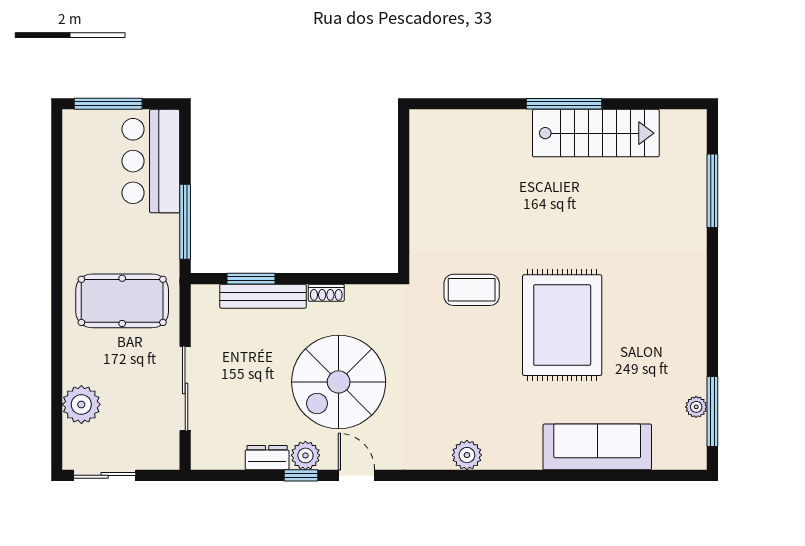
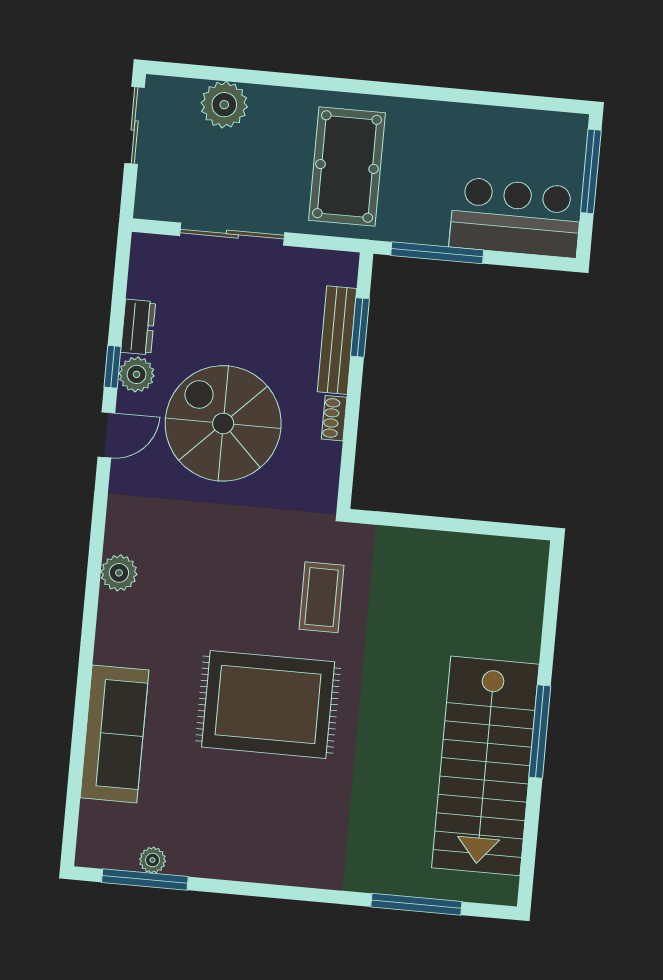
stairs: (596, 133) -> (485, 766), width x1.36, depth x1.51

